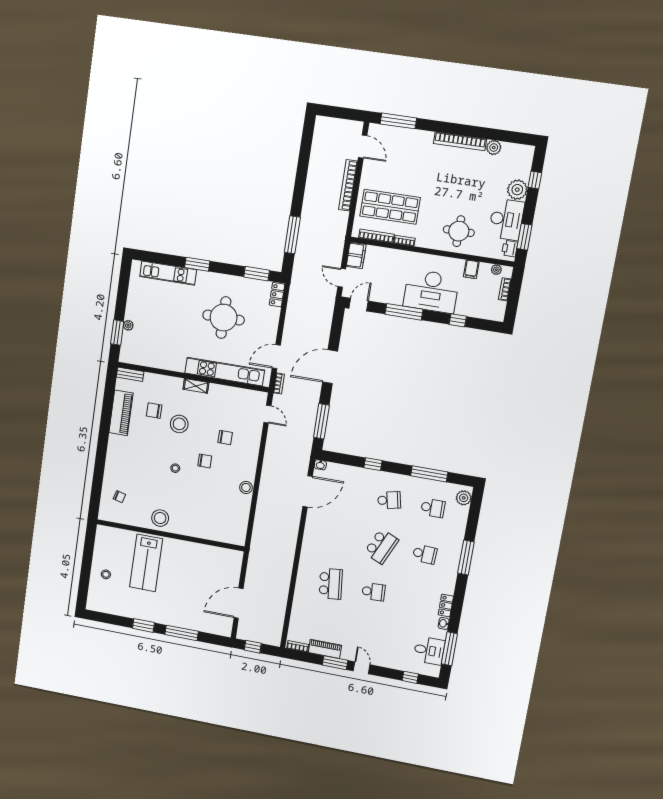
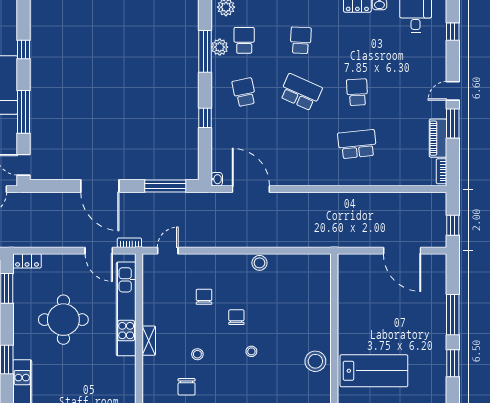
stool: (179, 424) -> (197, 354), width x0.53, depth x0.53
plant: (431, 487) -> (220, 47), added

